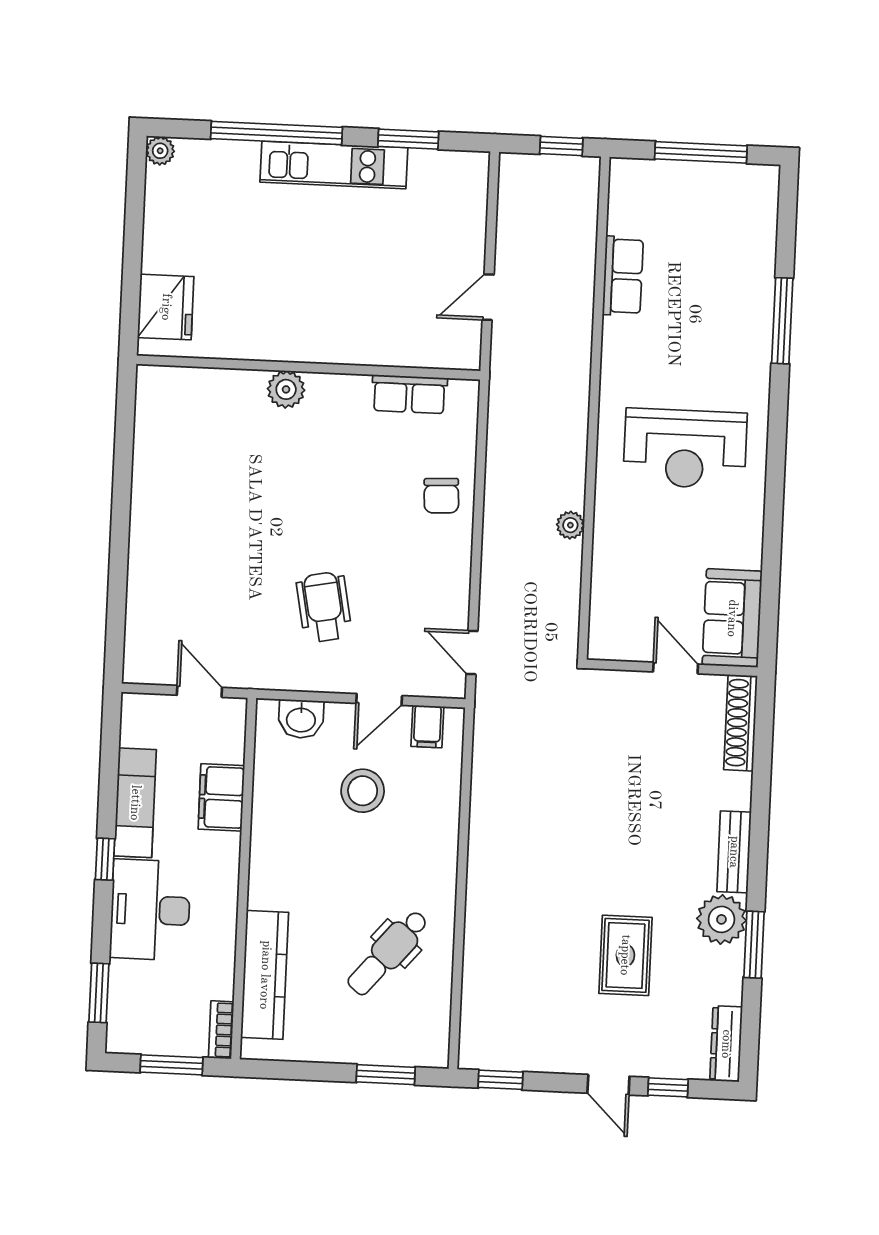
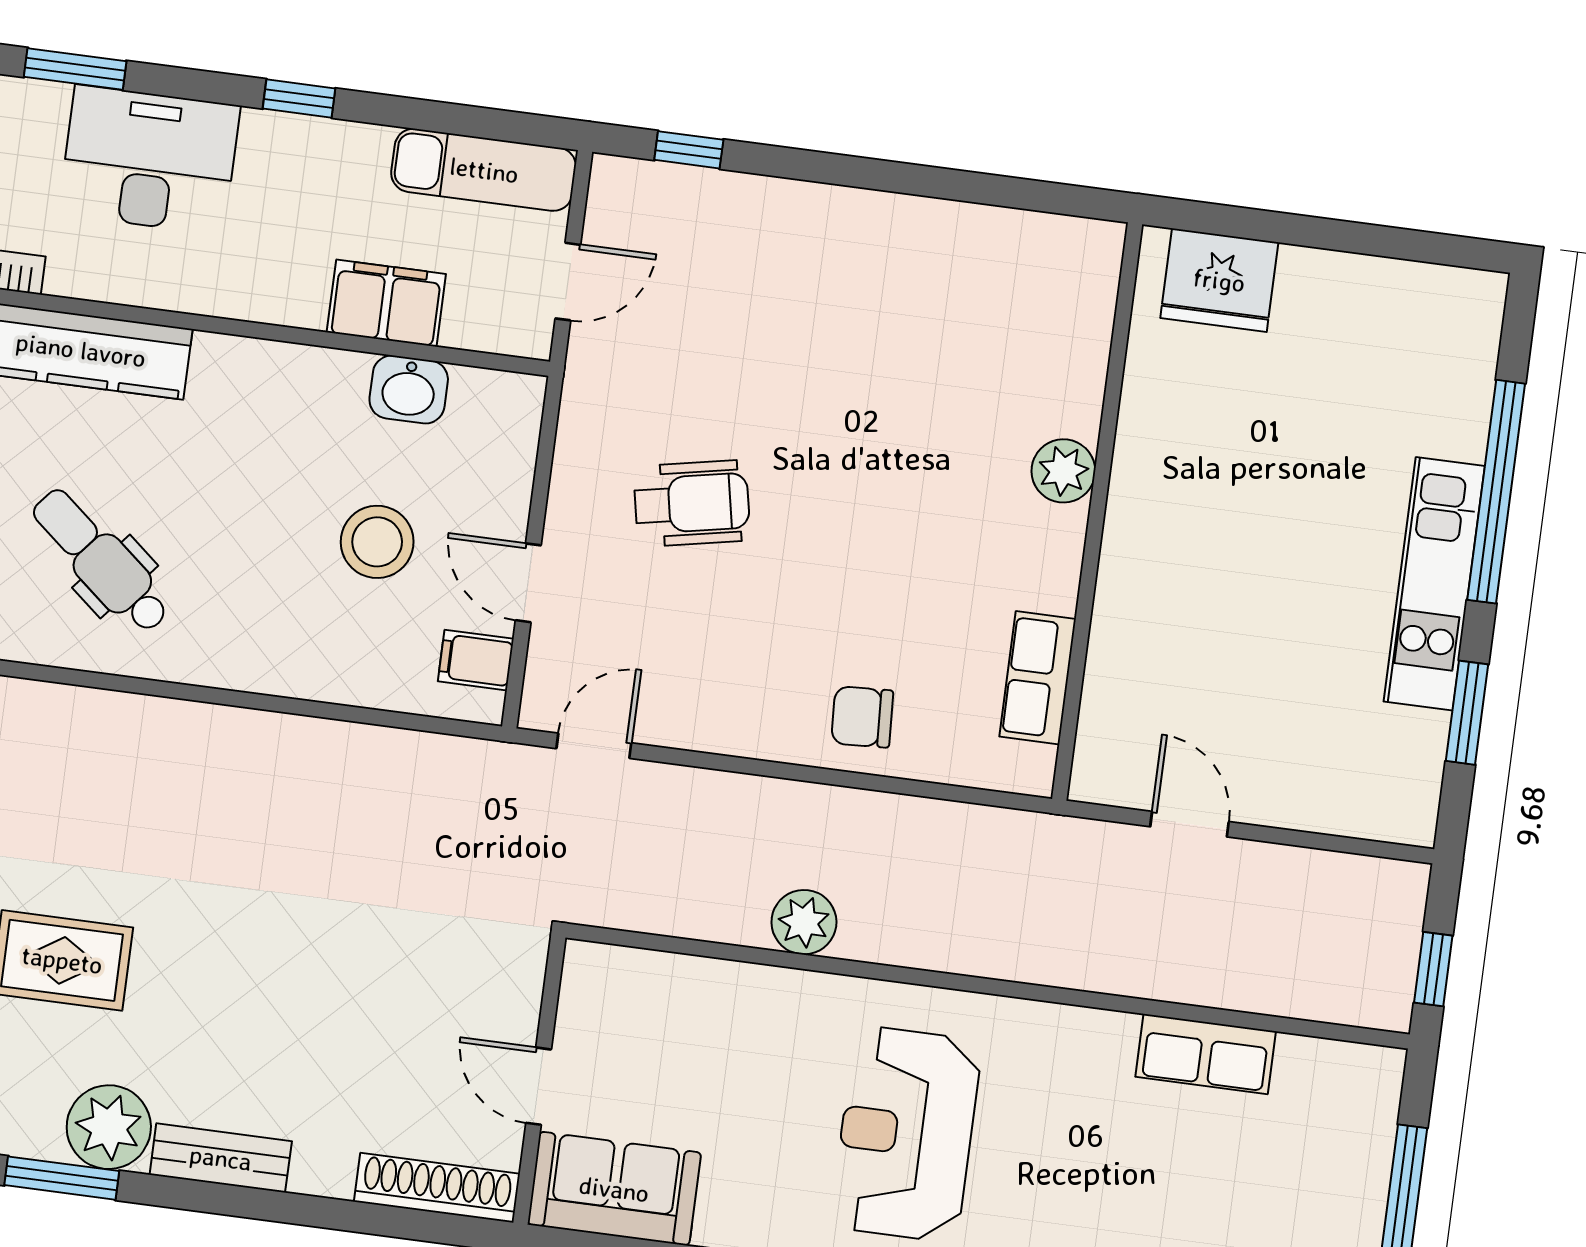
plant: (160, 151) -> (1483, 294), removed
plant: (570, 525) -> (804, 922), width x1.38, depth x1.38
window: (116, 627) -> (689, 150), added
door: (676, 668) -> (539, 1086), swing flipped
washbasin: (301, 719) -> (409, 389), moved, turned -90
exam couch: (135, 803) -> (484, 170), moved
desk: (150, 910) -> (149, 160), moved

